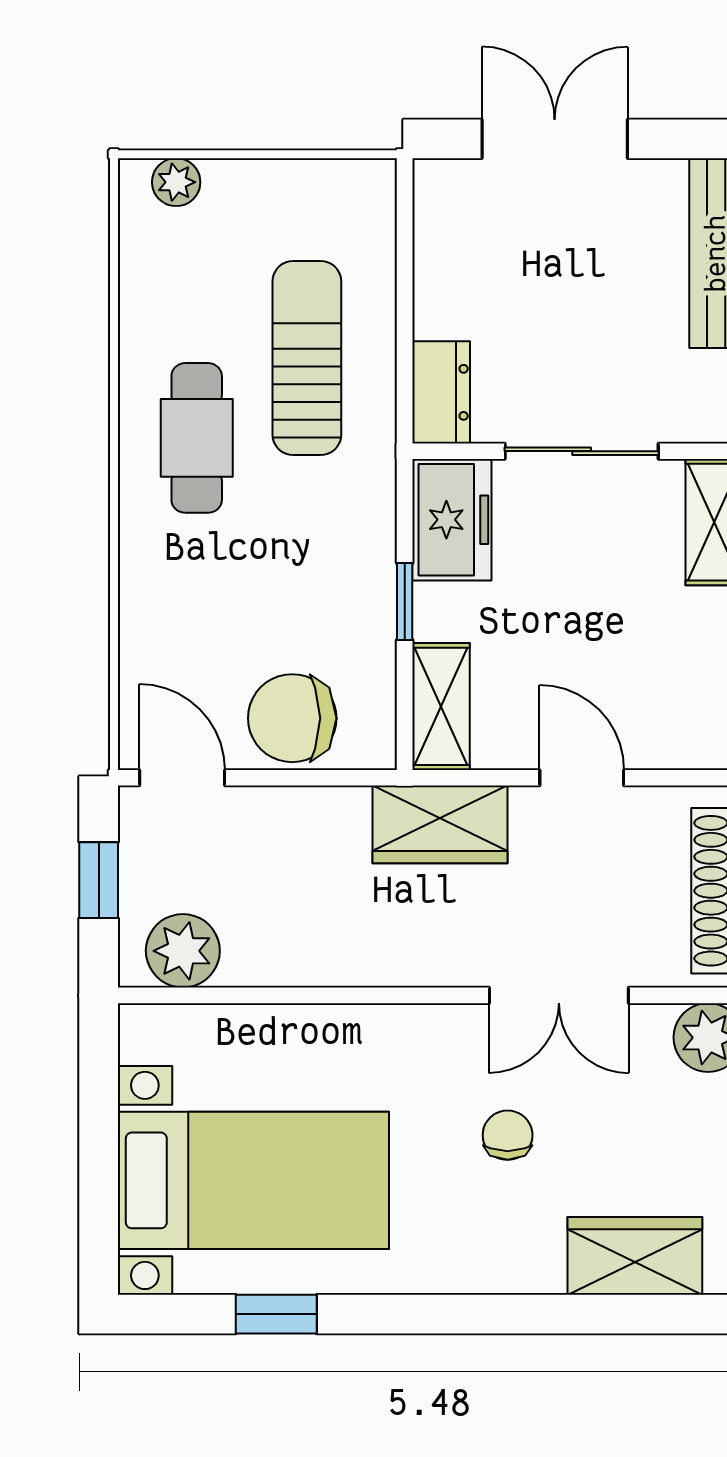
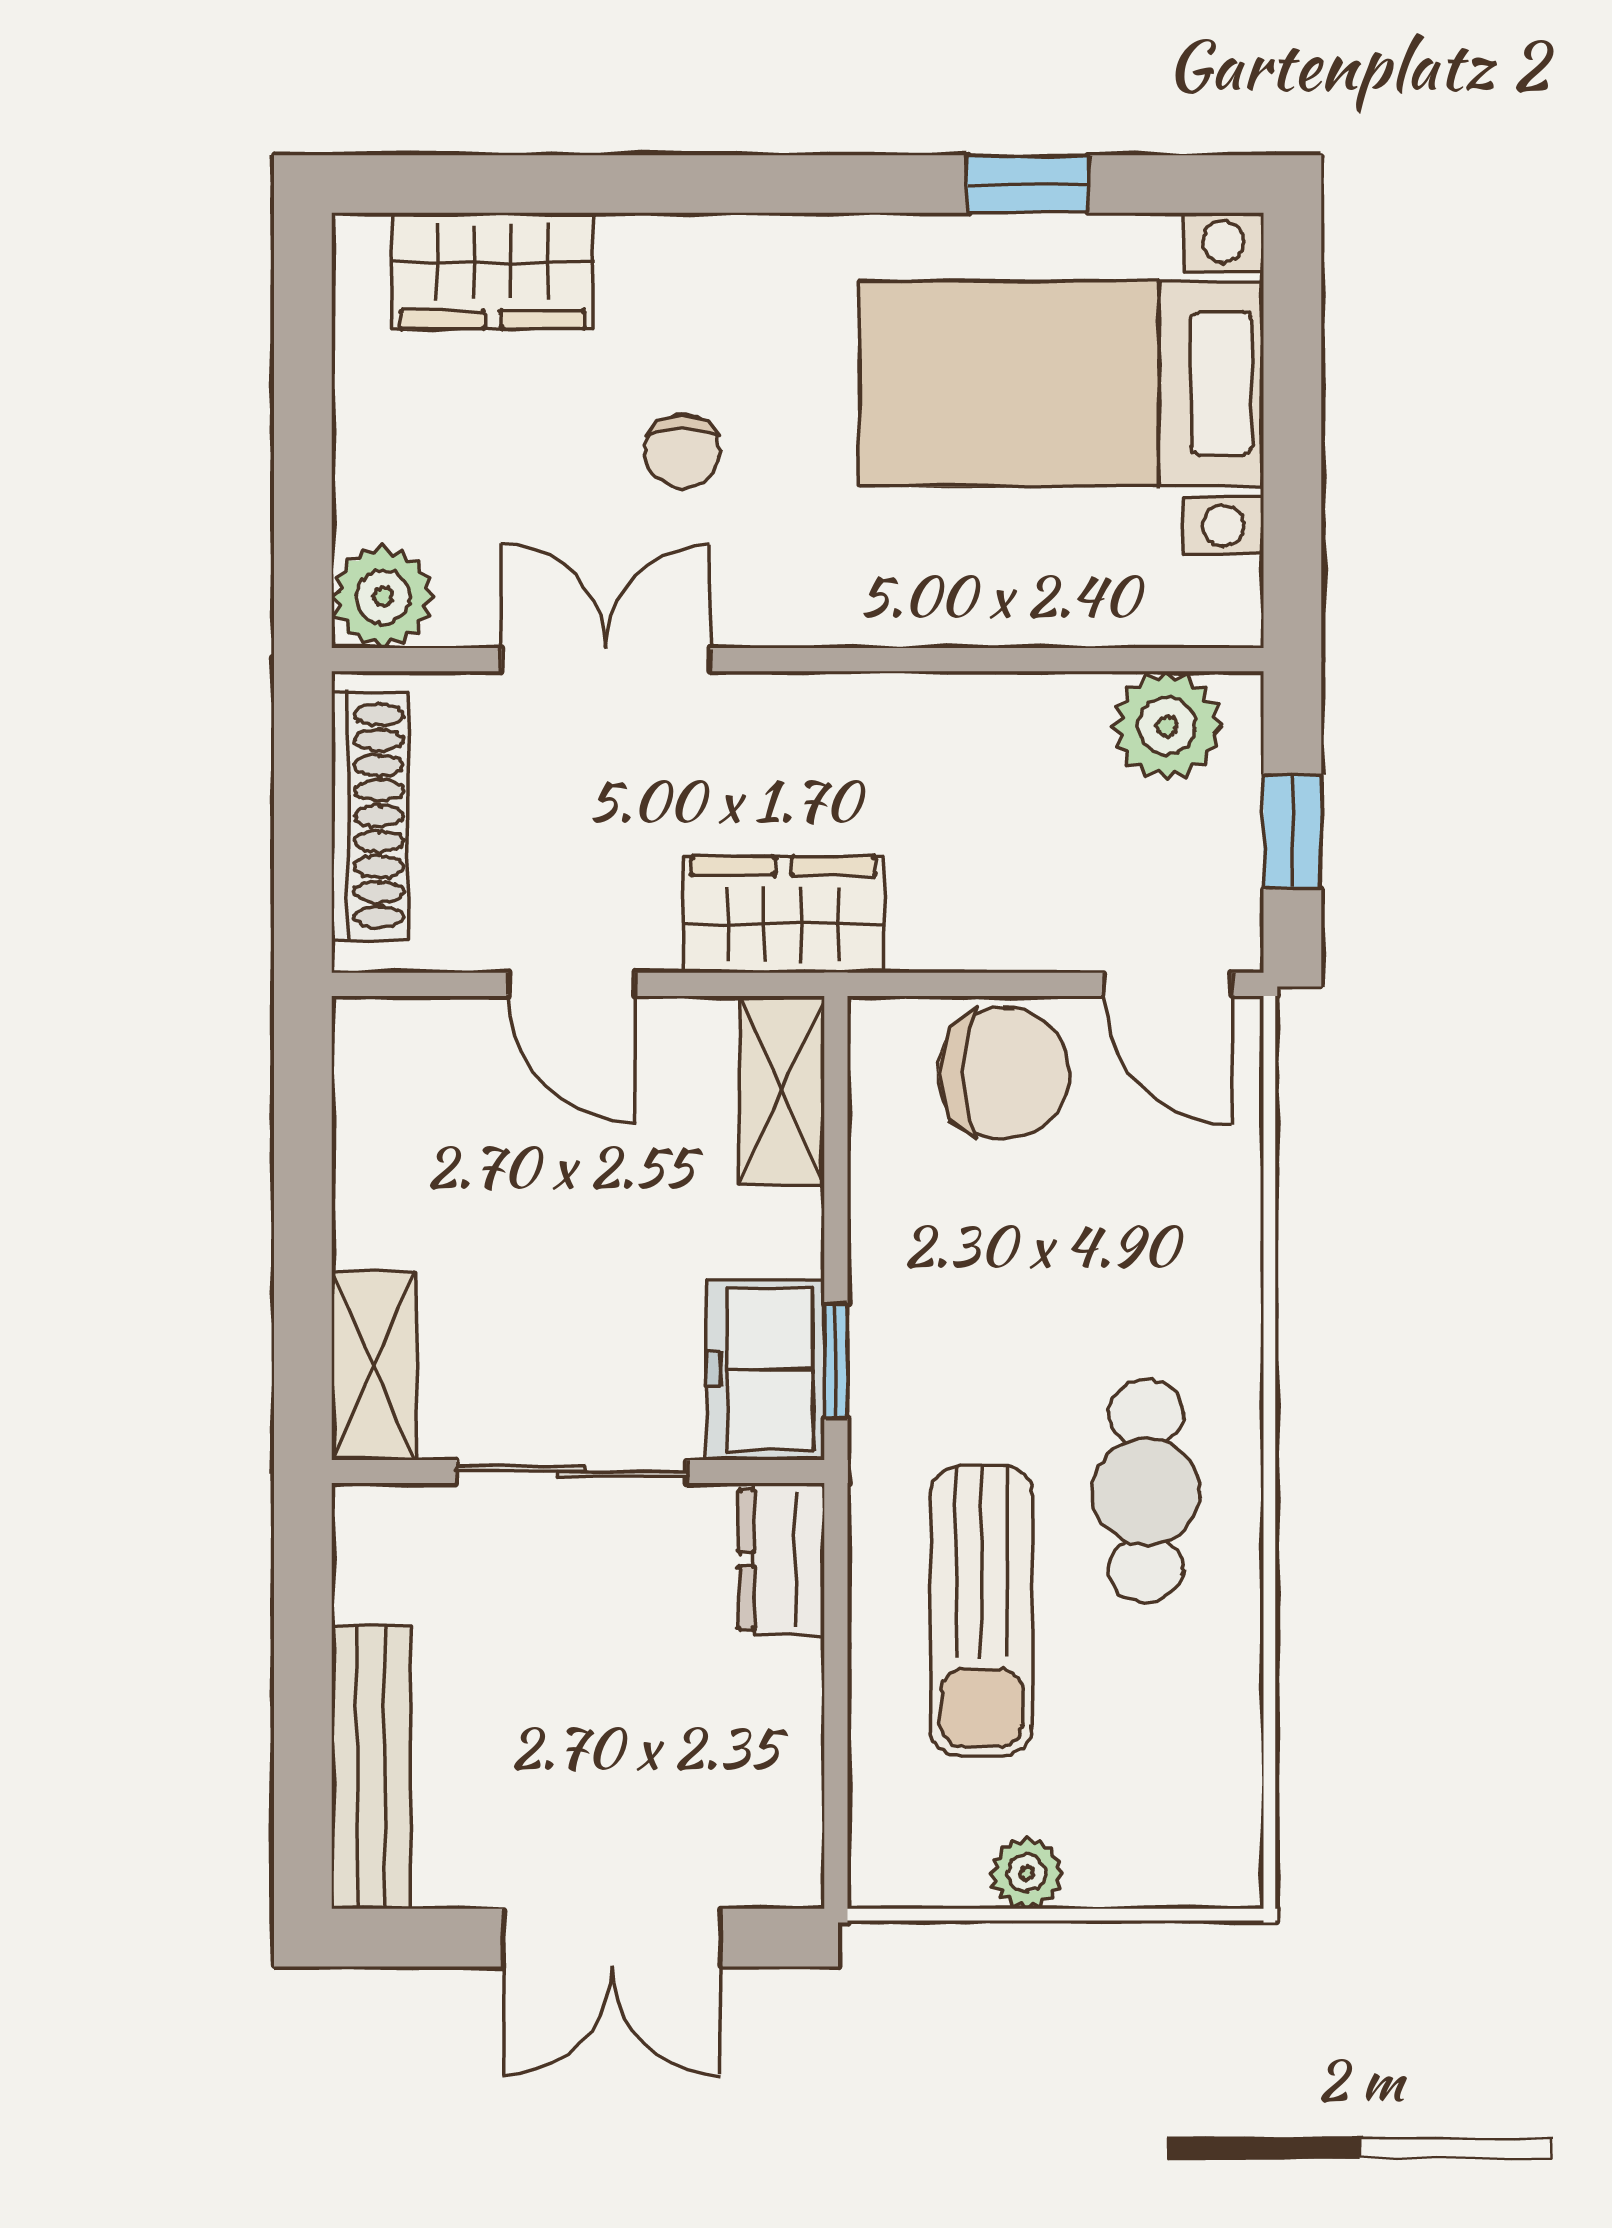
plant: (176, 182) -> (1027, 1873), moved
window: (405, 601) -> (836, 1361), moved

